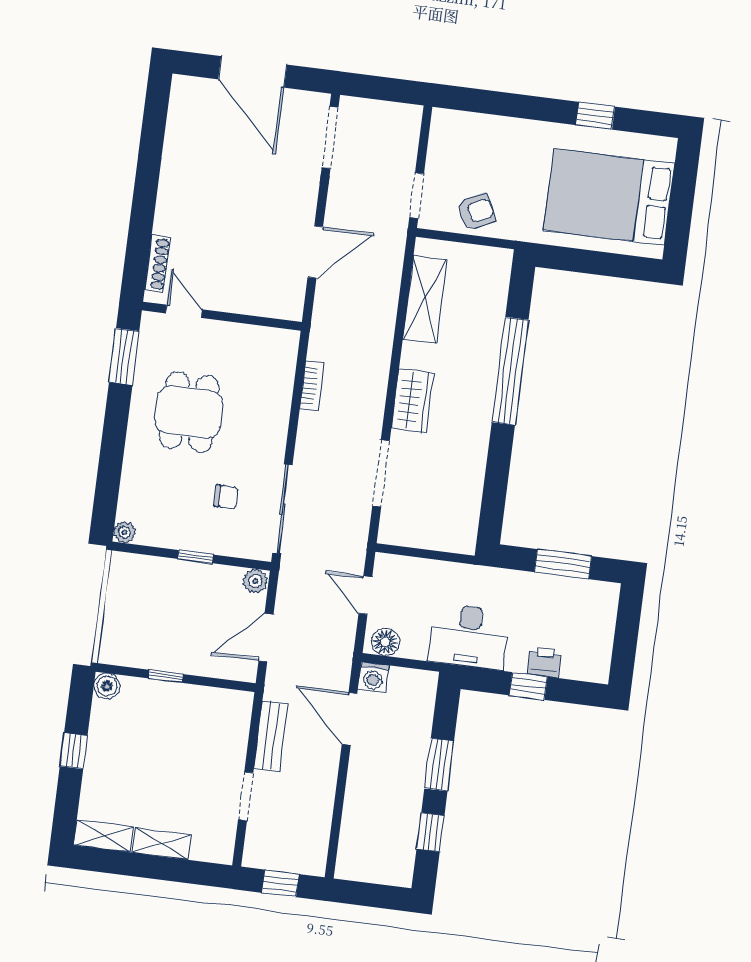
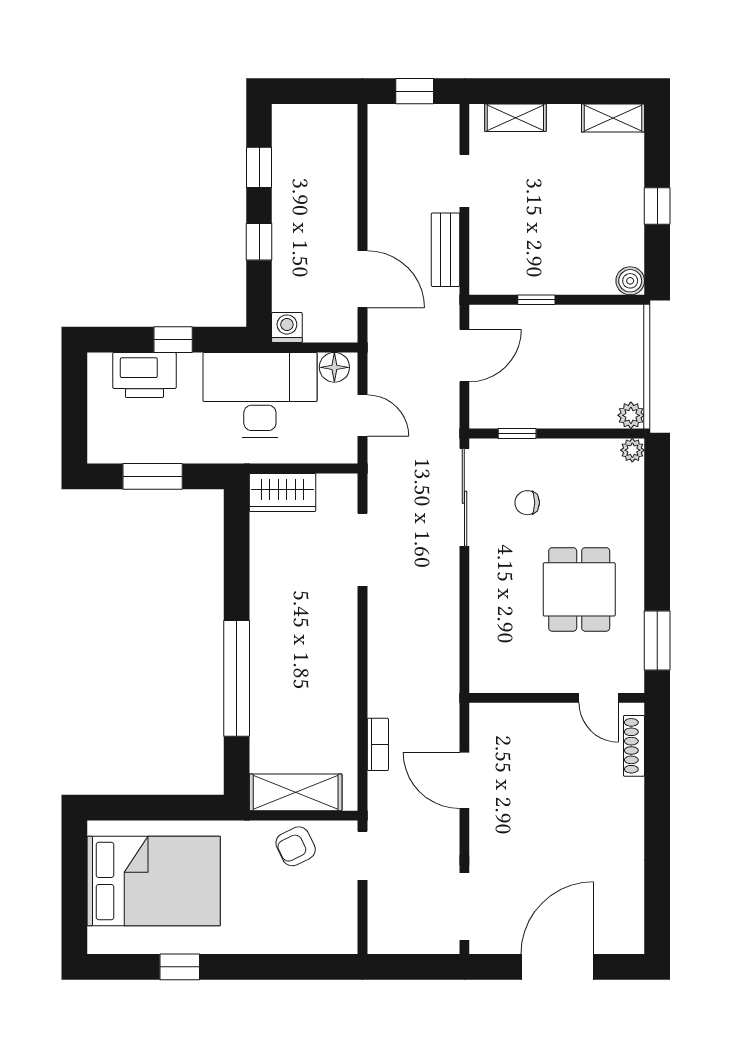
door: (253, 72) -> (557, 967), hinge flipped
door: (315, 252) -> (464, 780), hinge flipped
shelving: (425, 299) -> (296, 792), moved, turned 90
bookcase: (312, 386) -> (378, 744), moved, turned 180
wardrobe: (412, 401) -> (283, 492), moved, turned -90
window: (195, 557) -> (517, 433), moved
plant: (255, 581) -> (631, 415), moved
desk: (469, 636) -> (260, 395), width x1.36, depth x1.30
printer: (544, 662) -> (144, 375), width x1.87, depth x1.48
window: (166, 676) -> (536, 300), moved
washing machine: (373, 677) -> (287, 328), moved
window: (439, 765) -> (259, 242), width x0.67
shelving: (162, 844) -> (515, 118), moved

